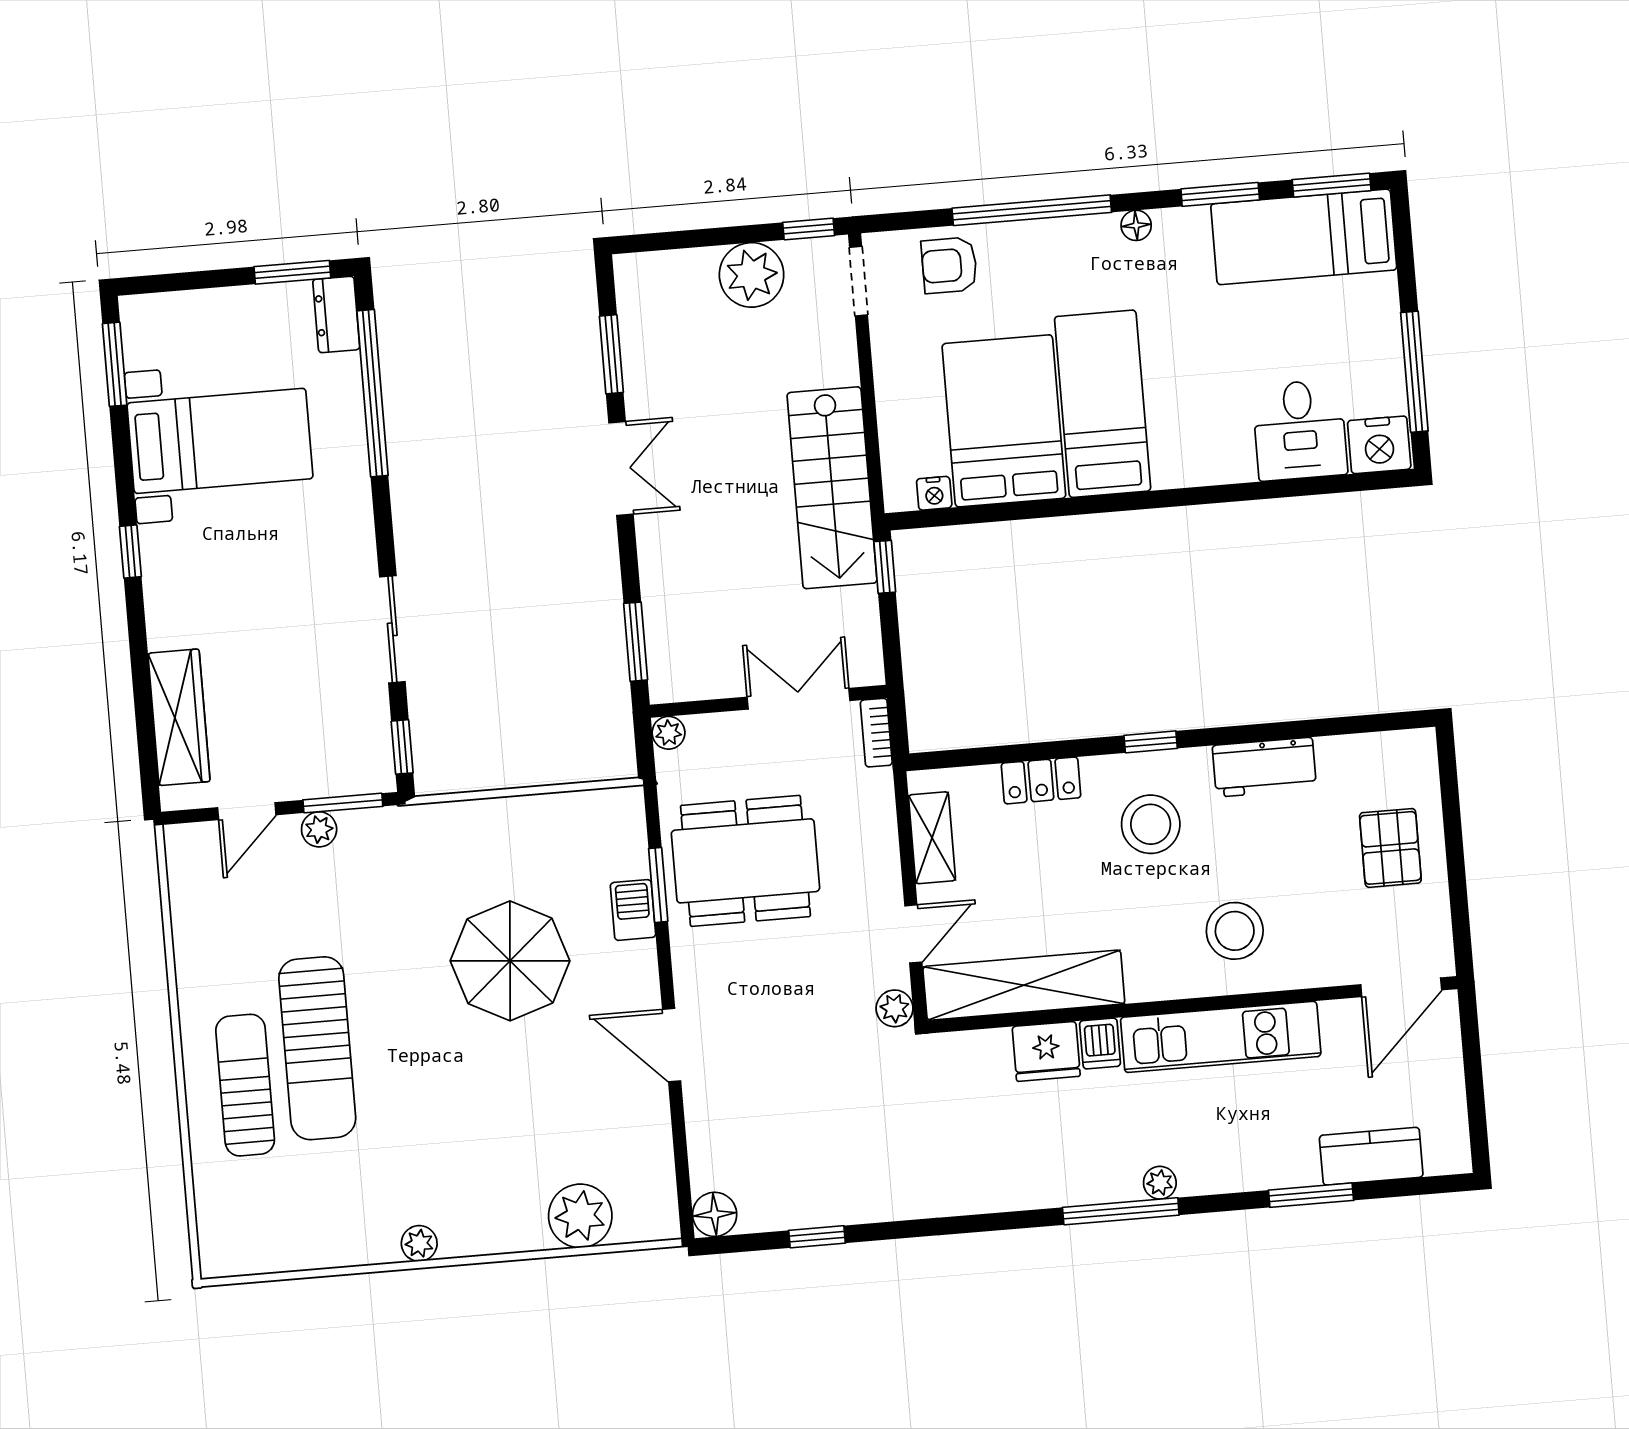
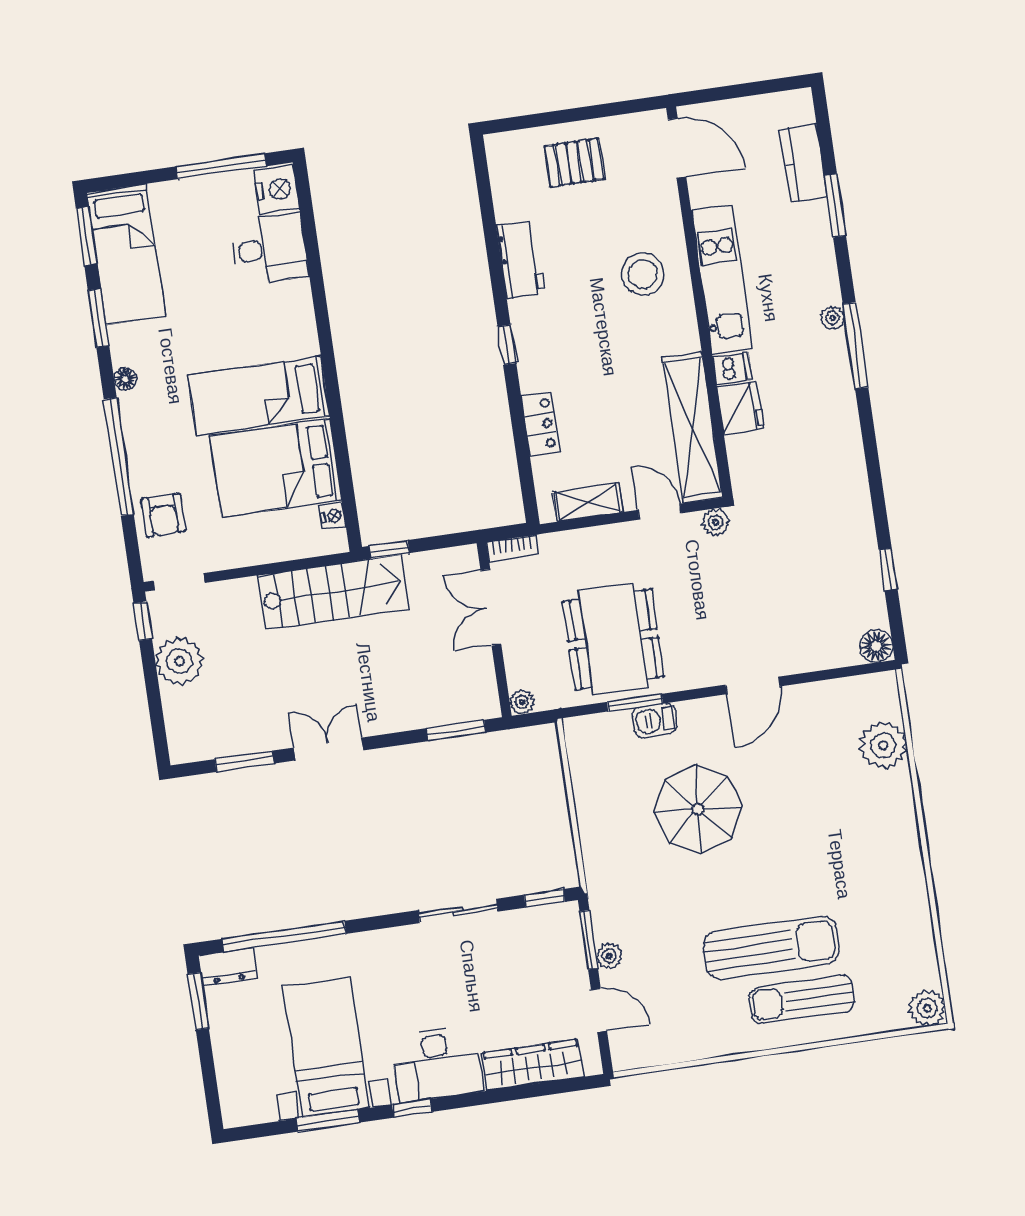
window: (115, 364) -> (328, 1121), moved
desk: (188, 588) -> (437, 1064), added
stool: (1151, 824) -> (568, 341), removed
plant: (419, 1243) -> (927, 1008), moved, width x1.38, depth x1.38

